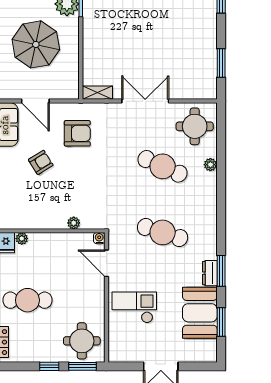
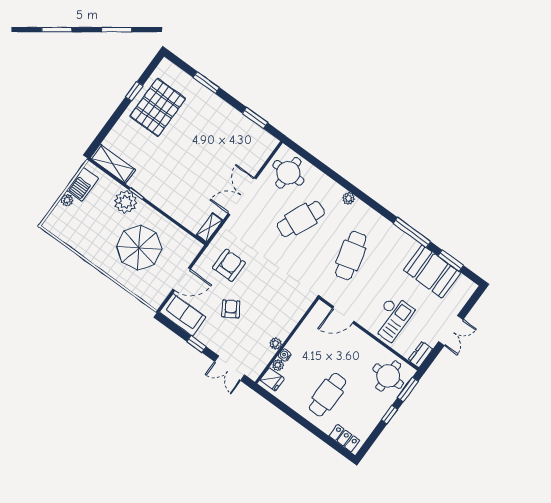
plant: (210, 165) -> (349, 198), moved
plant: (74, 223) -> (276, 344), moved
cafe table: (163, 232) -> (351, 255), turned -33
water cooler: (99, 238) -> (285, 355), moved
window: (221, 271) -> (412, 232), width x1.44
dresser: (210, 273) -> (420, 354), moved, turned 90
checkout: (134, 307) -> (392, 318), turned 180

